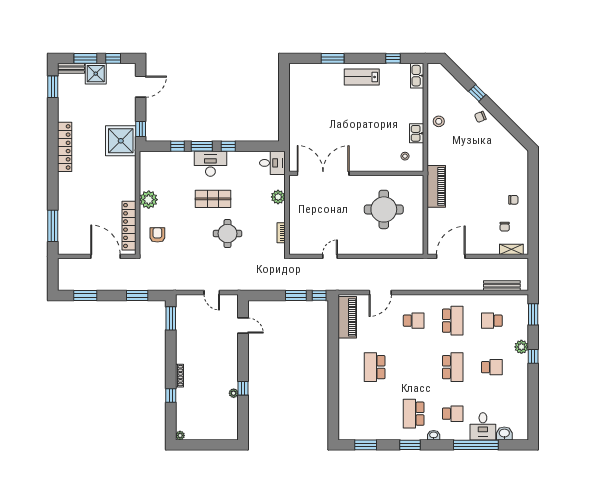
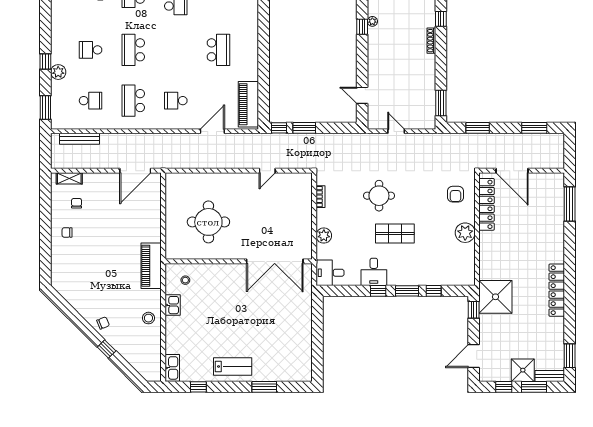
desk: (210, 164) -> (374, 272), moved, width x0.73
piano: (436, 186) -> (151, 266), moved

